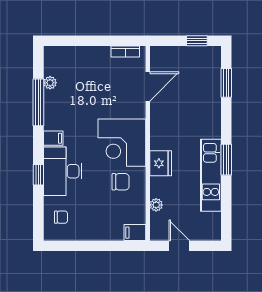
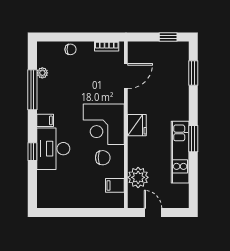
fridge: (161, 163) -> (137, 125), moved
plant: (156, 205) -> (138, 177), width x1.88, depth x1.88
chair: (61, 217) -> (70, 49), moved
filing cabinet: (135, 233) -> (115, 185), moved

